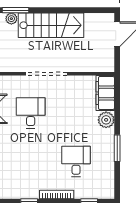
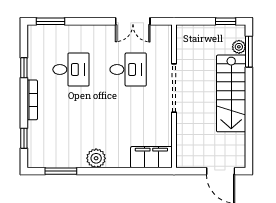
plant: (106, 120) -> (96, 158), moved
window: (117, 148) -> (61, 171), moved
desk: (76, 161) -> (71, 69), moved

